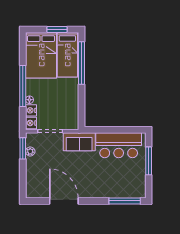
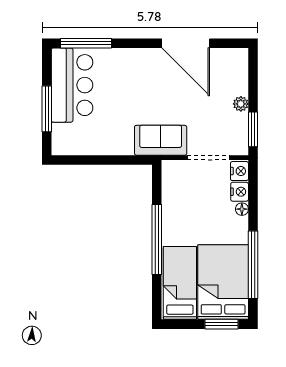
window: (57, 30) -> (222, 324), moved
window: (81, 63) -> (157, 240), moved
window: (23, 86) -> (253, 265), moved
bar counter: (119, 145) -> (72, 85), moved, turned 90
plant: (30, 151) -> (241, 104), moved

